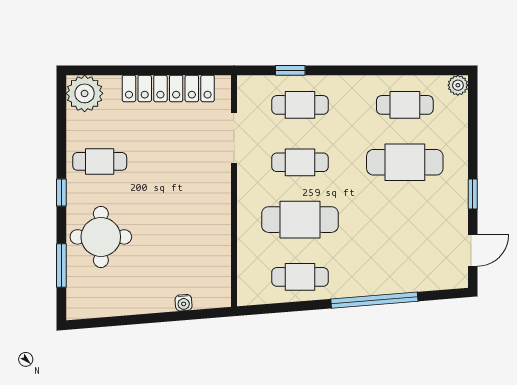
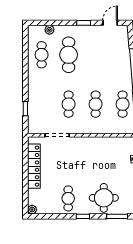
plant: (458, 85) -> (49, 30), moved
plant: (85, 93) -> (32, 210), width x0.53, depth x0.53
cafe table: (300, 105) -> (42, 104), removed
cafe table: (300, 220) -> (96, 104), width x0.73, depth x0.74
door: (473, 251) -> (110, 23), hinge flipped

